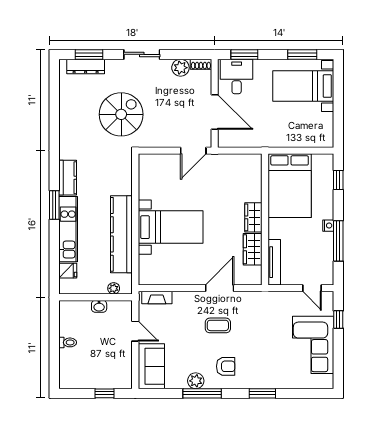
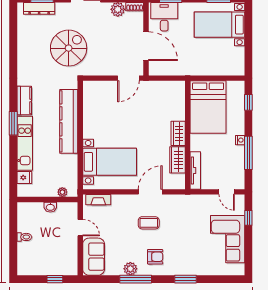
bed with nightstands: (171, 227) -> (110, 162), moved
kitchen counter: (121, 234) -> (69, 121), moved

